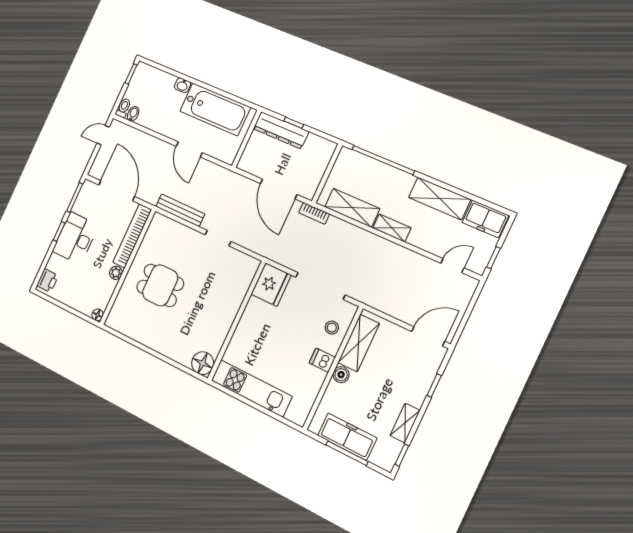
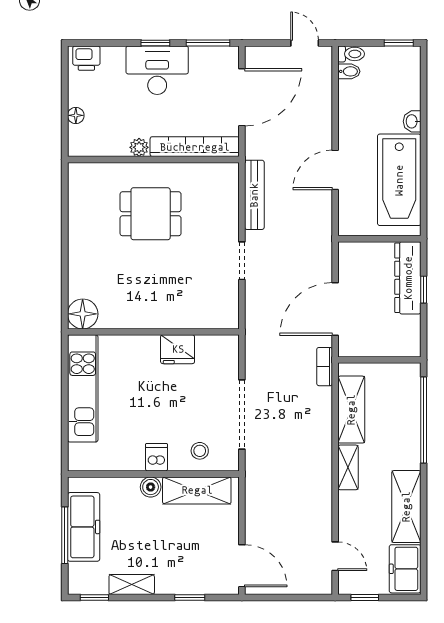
dining table: (160, 285) -> (151, 214), turned 90
fridge: (271, 285) -> (178, 349), moved, width x0.73, depth x0.75
floor lamp: (98, 315) -> (76, 115), moved

